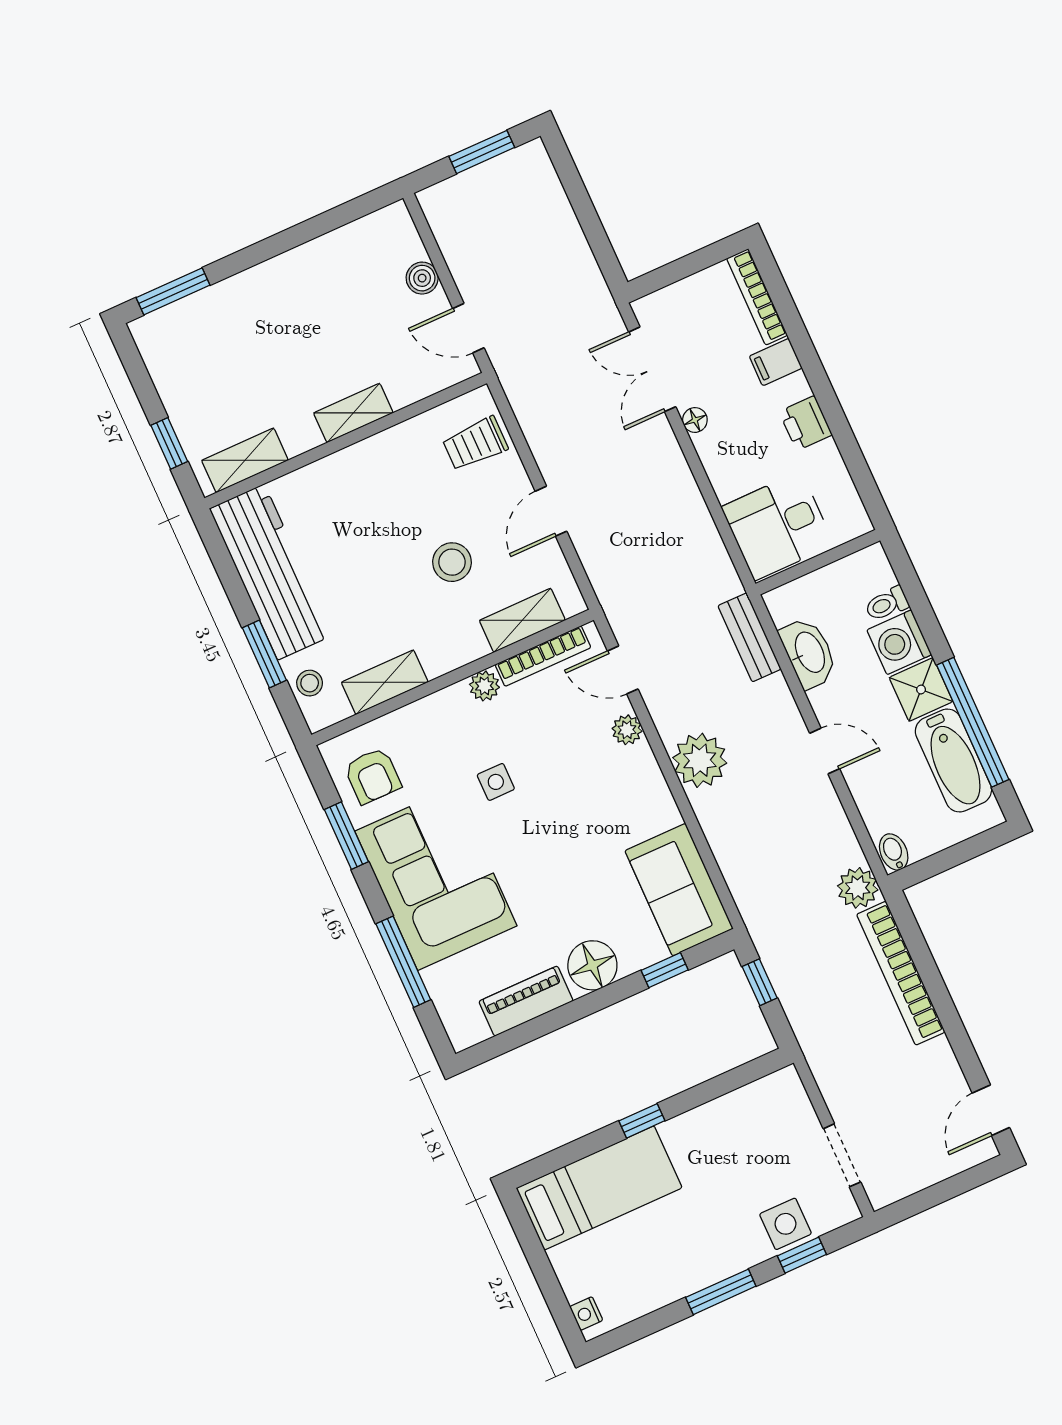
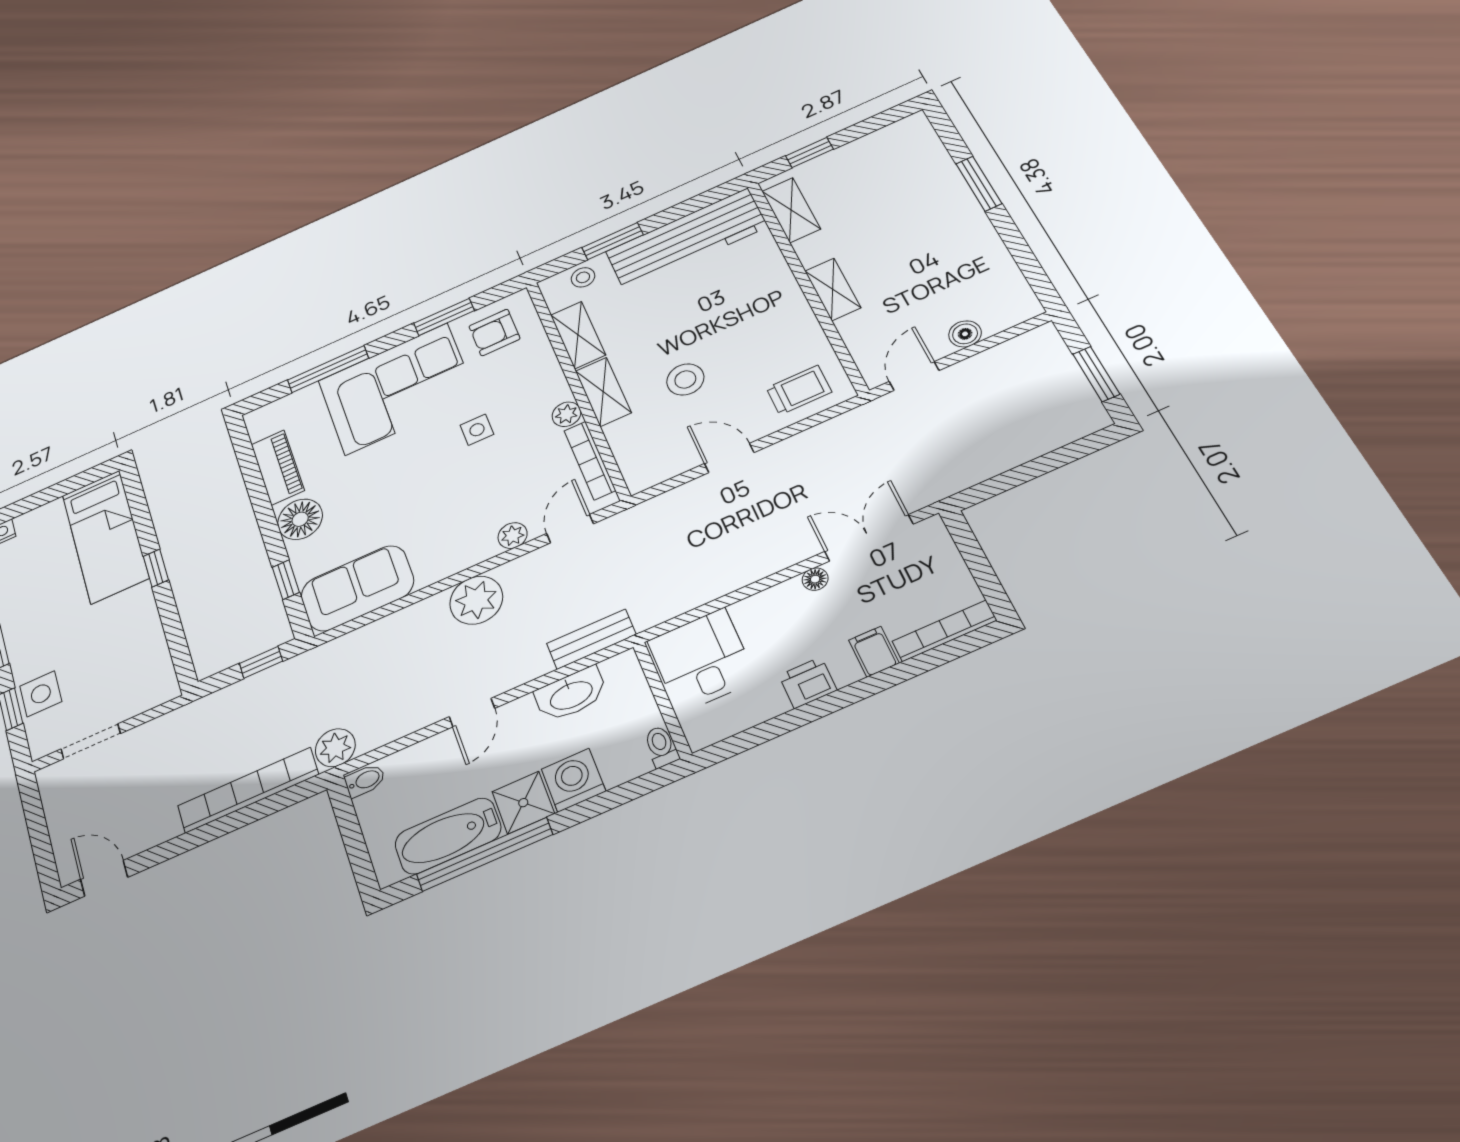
window: (173, 291) -> (979, 184), moved
trolley: (475, 444) -> (799, 390), turned 90
toilet: (887, 604) -> (661, 746), moved
shelving: (522, 620) -> (603, 392), moved

